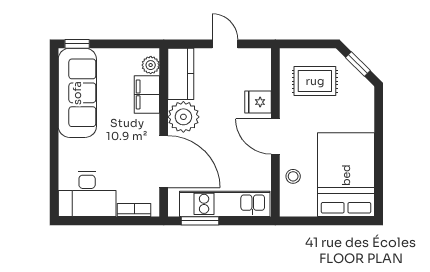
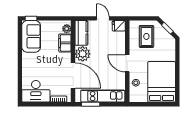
rug: (315, 81) -> (146, 36), turned 90
sofa: (77, 93) -> (31, 36), width x0.73
fridge: (258, 102) -> (119, 26), moved

